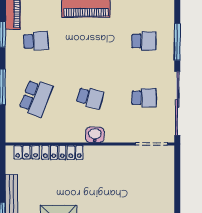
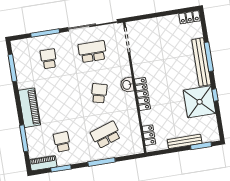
school desk: (36, 98) -> (106, 135), turned -39
school desk: (144, 98) -> (92, 52), width x1.85
locker: (62, 152) -> (142, 94), moved

